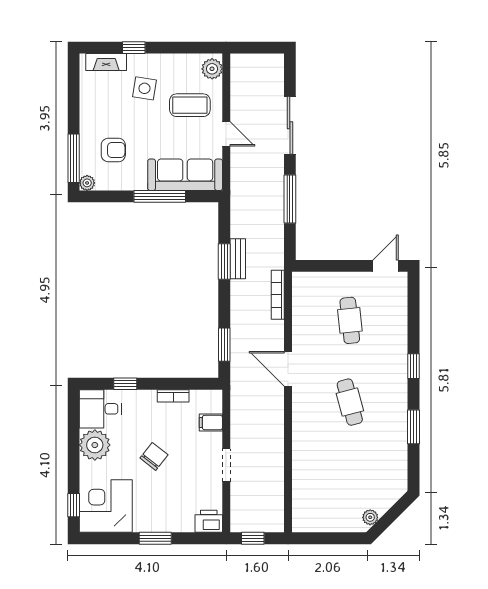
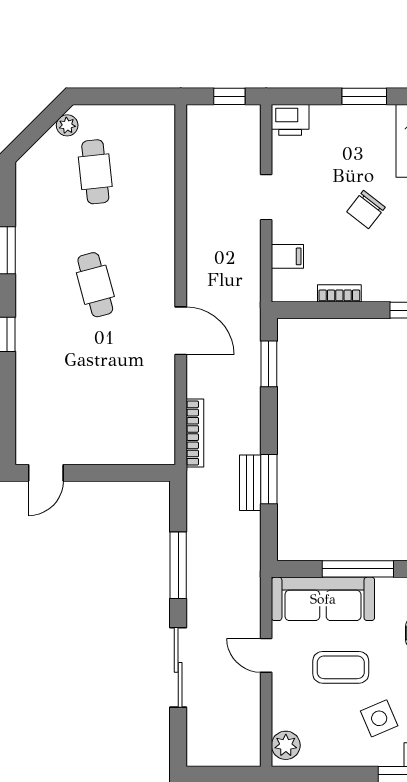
side table: (144, 88) -> (379, 718), turned -32
coffee table: (190, 105) -> (341, 667), moved
cafe table: (350, 320) -> (95, 172), moved

